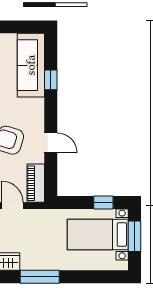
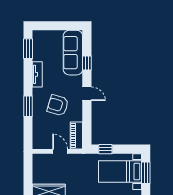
door: (51, 143) -> (87, 94), moved
window: (103, 202) -> (105, 149), moved

